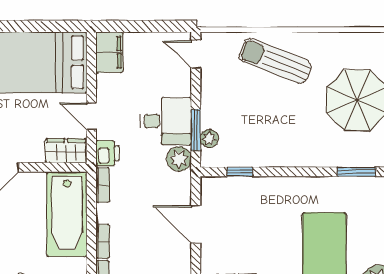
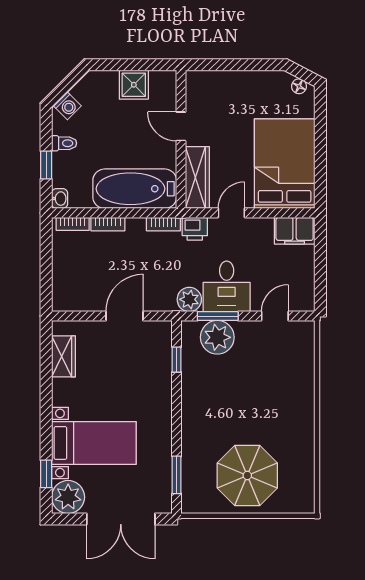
door: (196, 54) -> (275, 316), moved
sun lounger: (275, 61) -> (286, 394), removed
plant: (209, 138) -> (217, 337), width x1.87, depth x1.87
wardrobe: (66, 151) -> (197, 178), width x1.50

